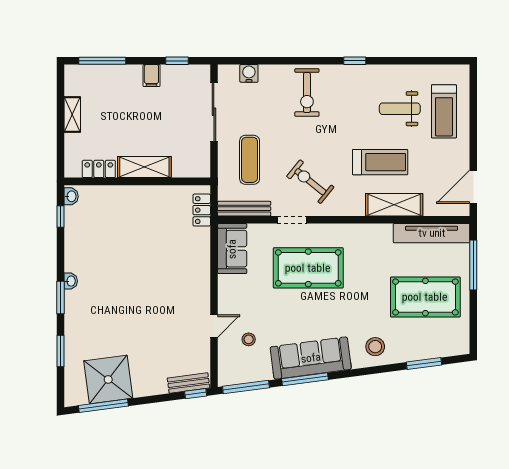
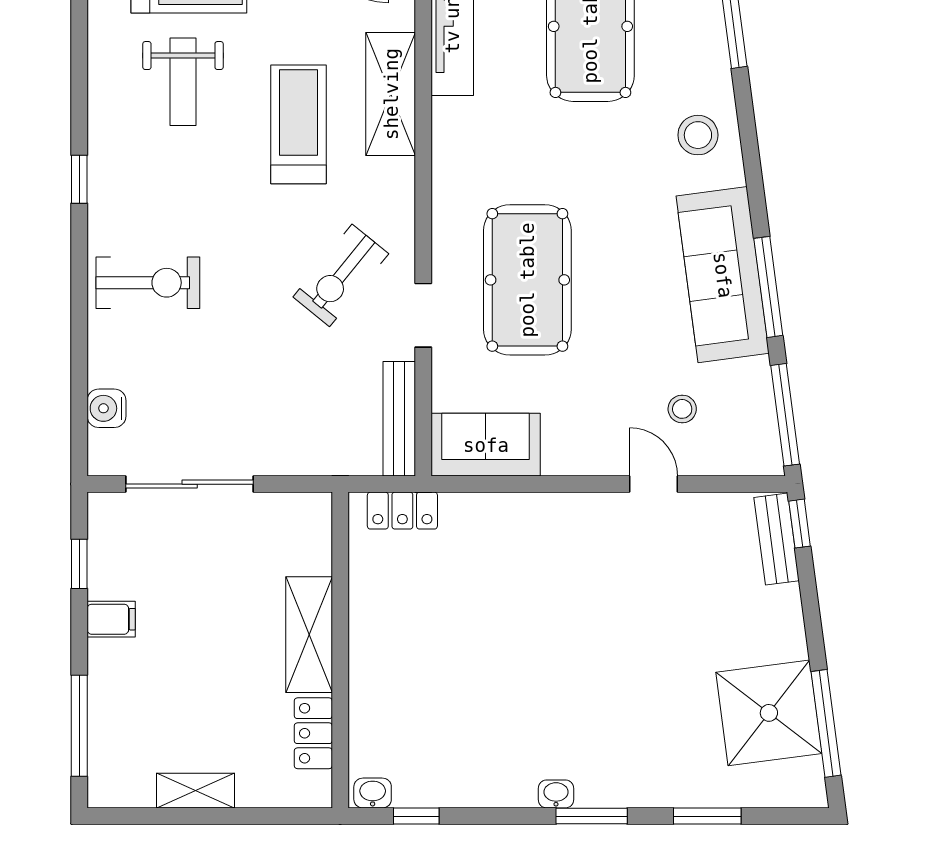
exercise mat: (250, 160) -> (294, 407), removed

